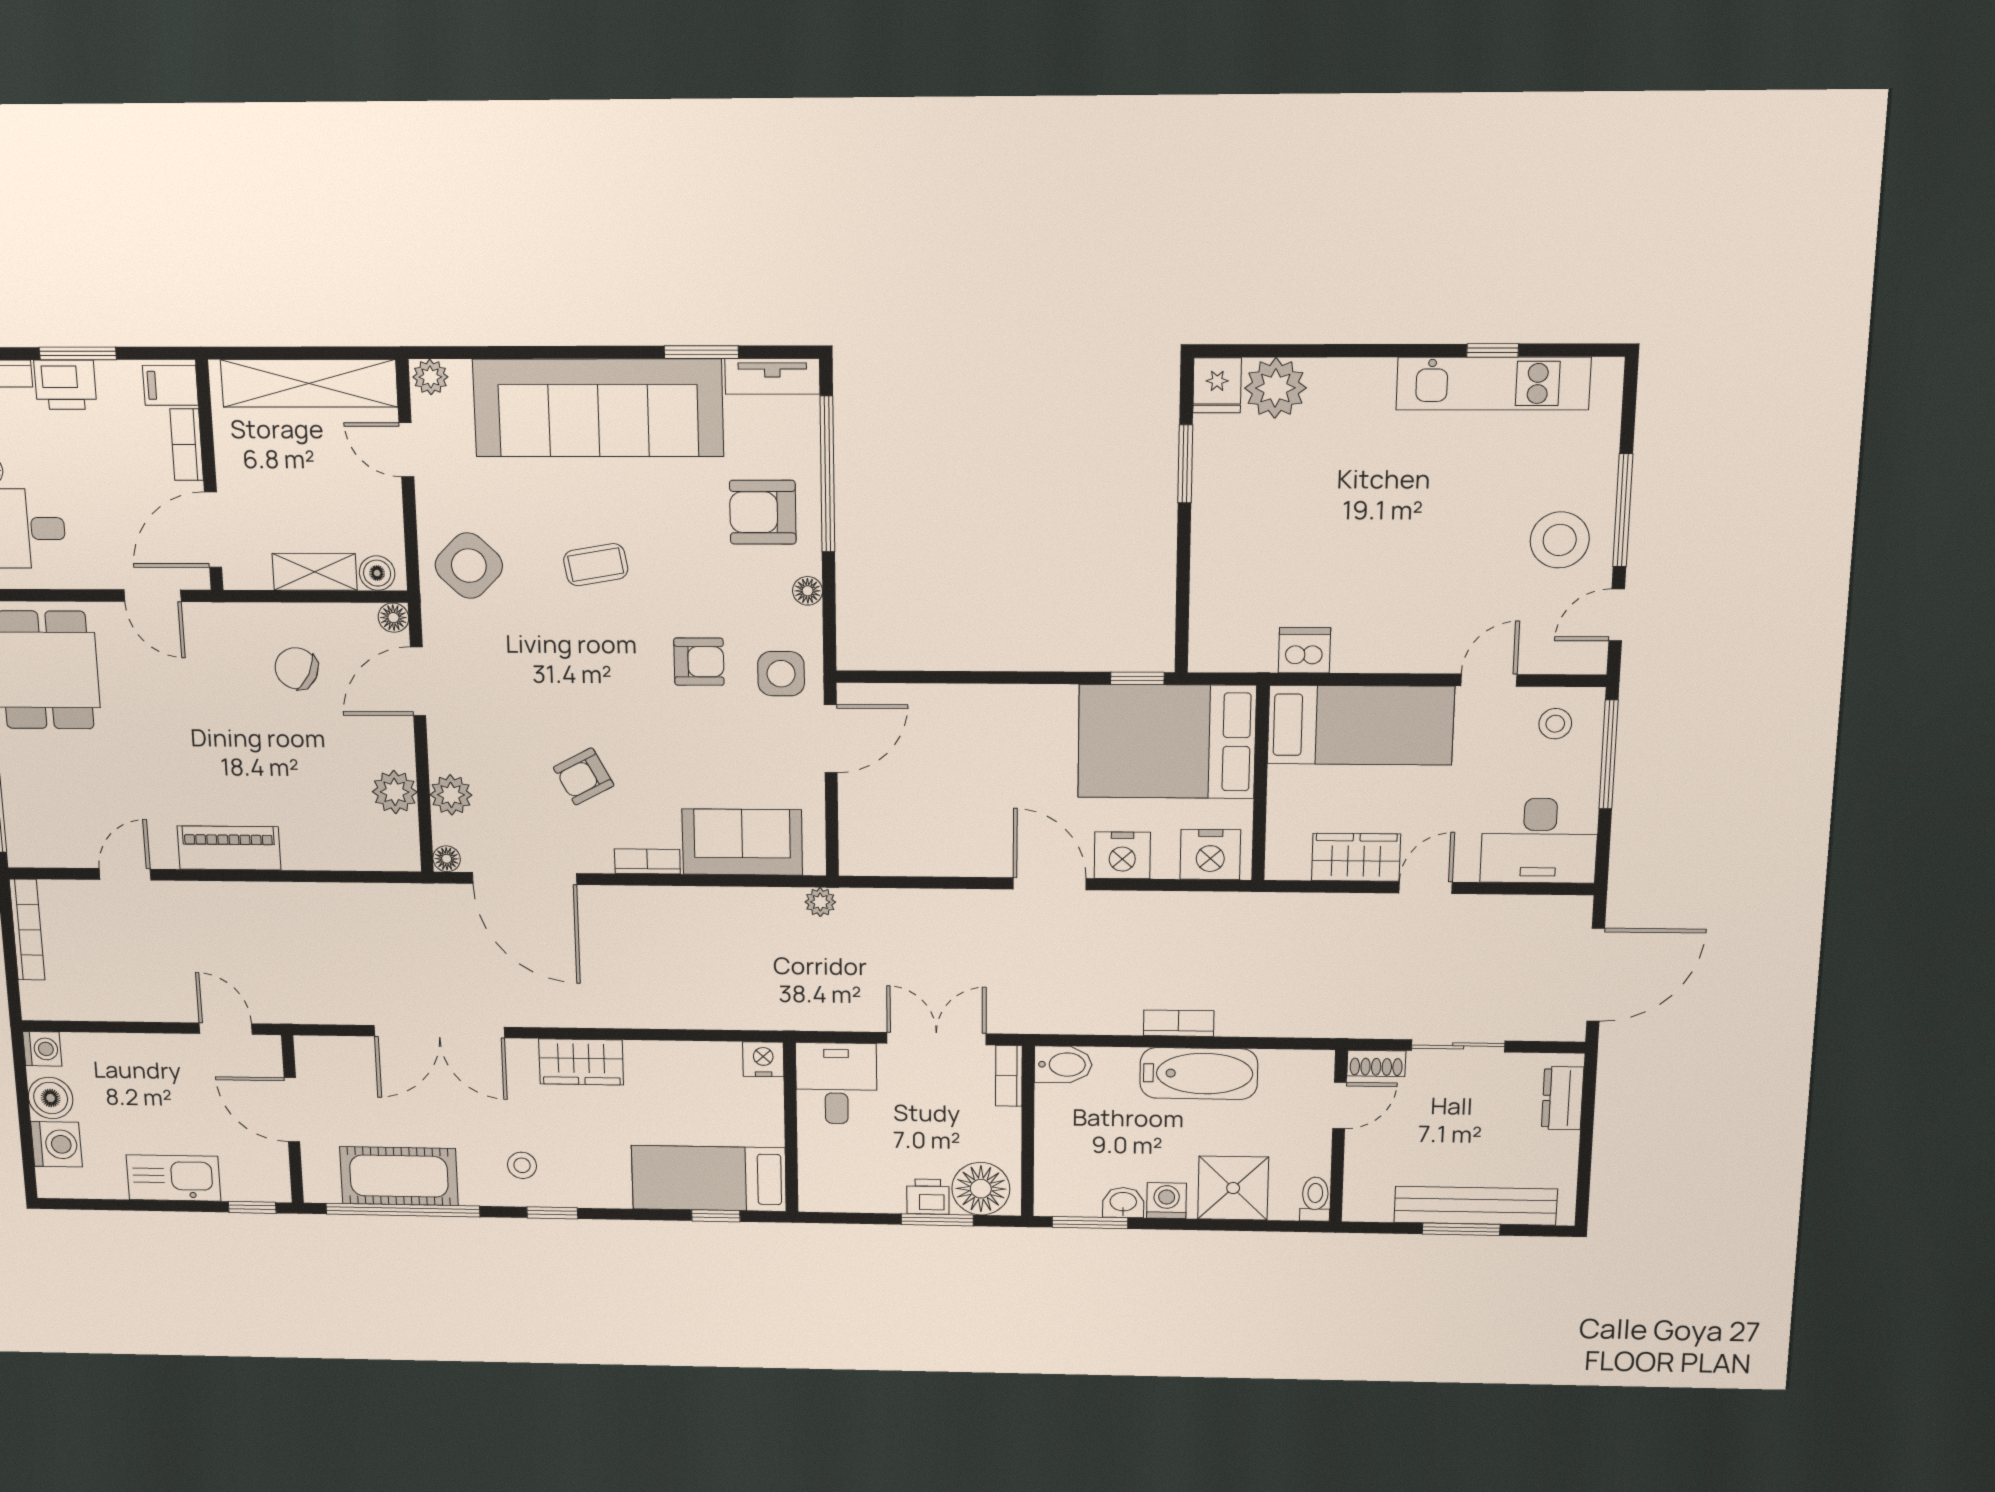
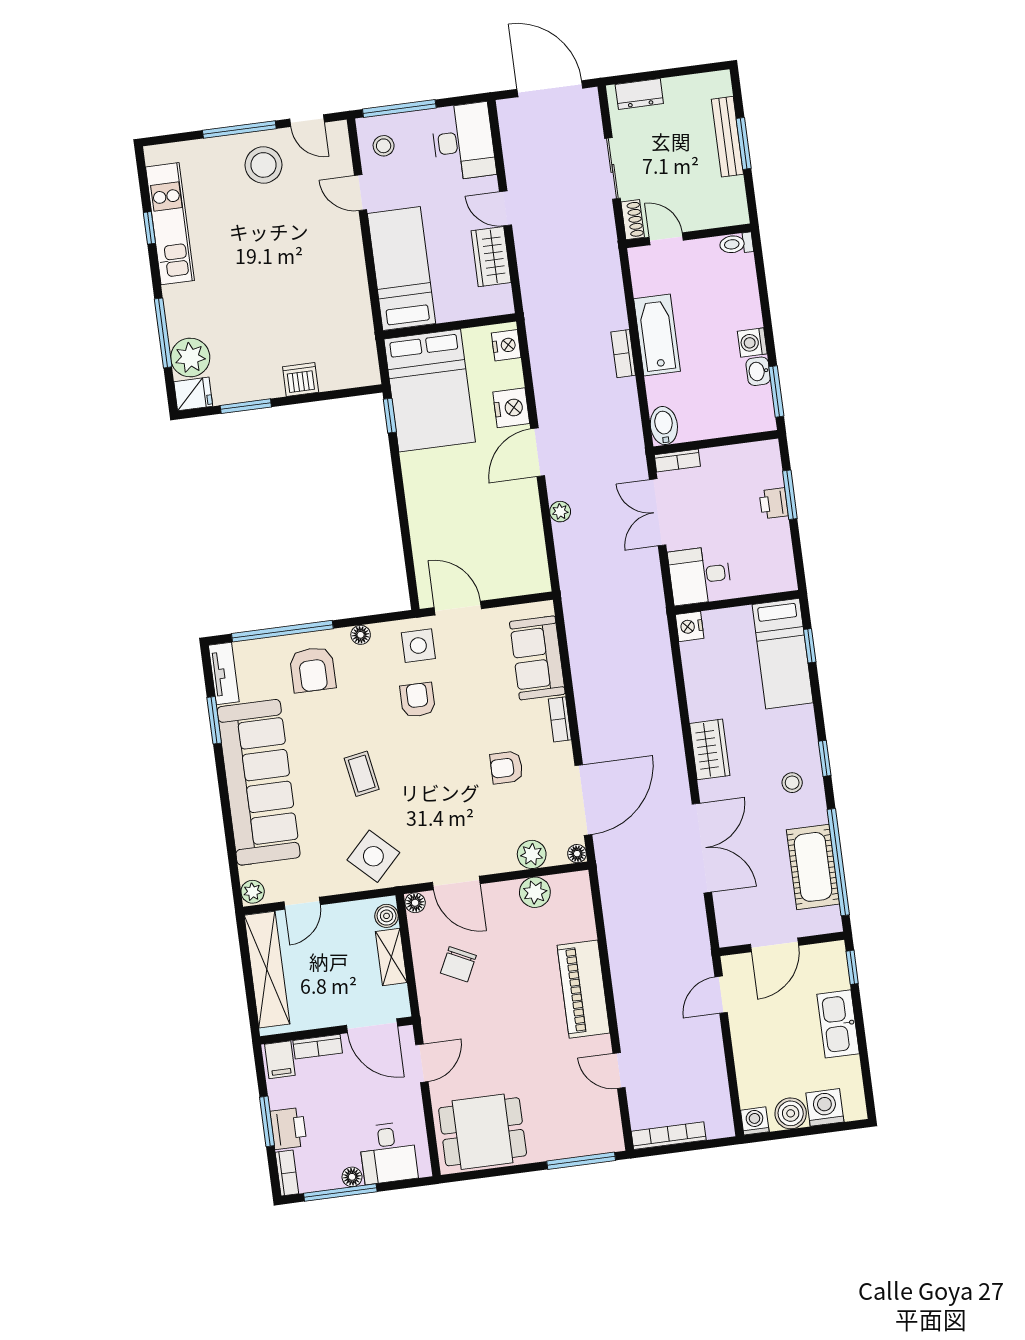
window: (1321, 351) -> (163, 333), added
dishwasher: (1304, 650) -> (301, 379), moved, turned 90
armchair: (584, 776) -> (506, 768), turned 118
piano: (229, 848) -> (583, 989), width x1.37, depth x1.33
nightstand: (1210, 855) -> (506, 345), width x0.74, depth x0.75
plant: (820, 902) -> (560, 512), moved
shower: (1233, 1188) -> (736, 300), removed
floor lamp: (981, 1189) -> (762, 468), removed
bench: (1476, 1206) -> (727, 137), width x0.73, depth x0.82

